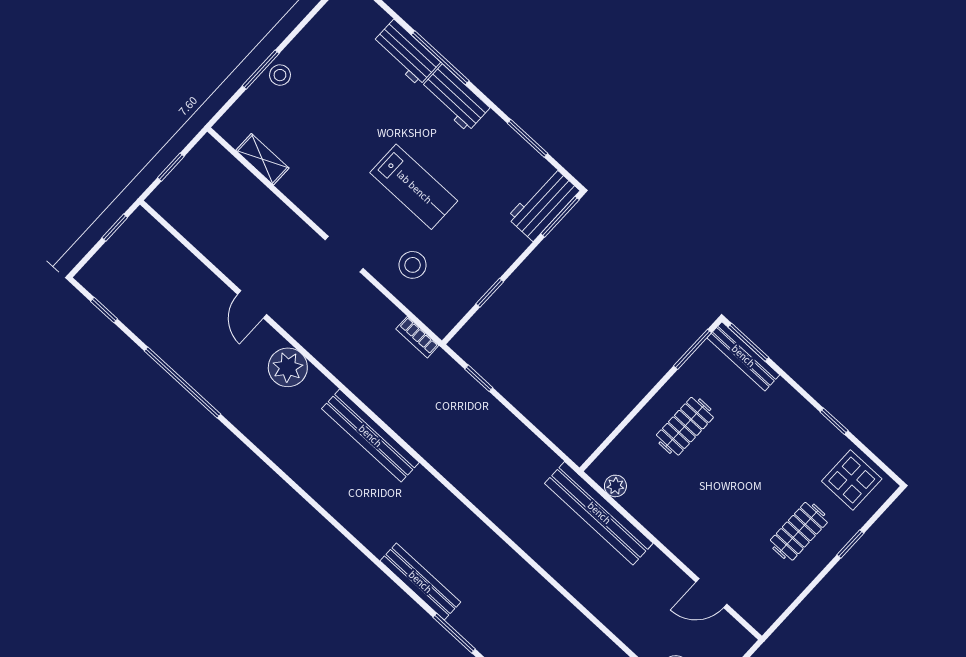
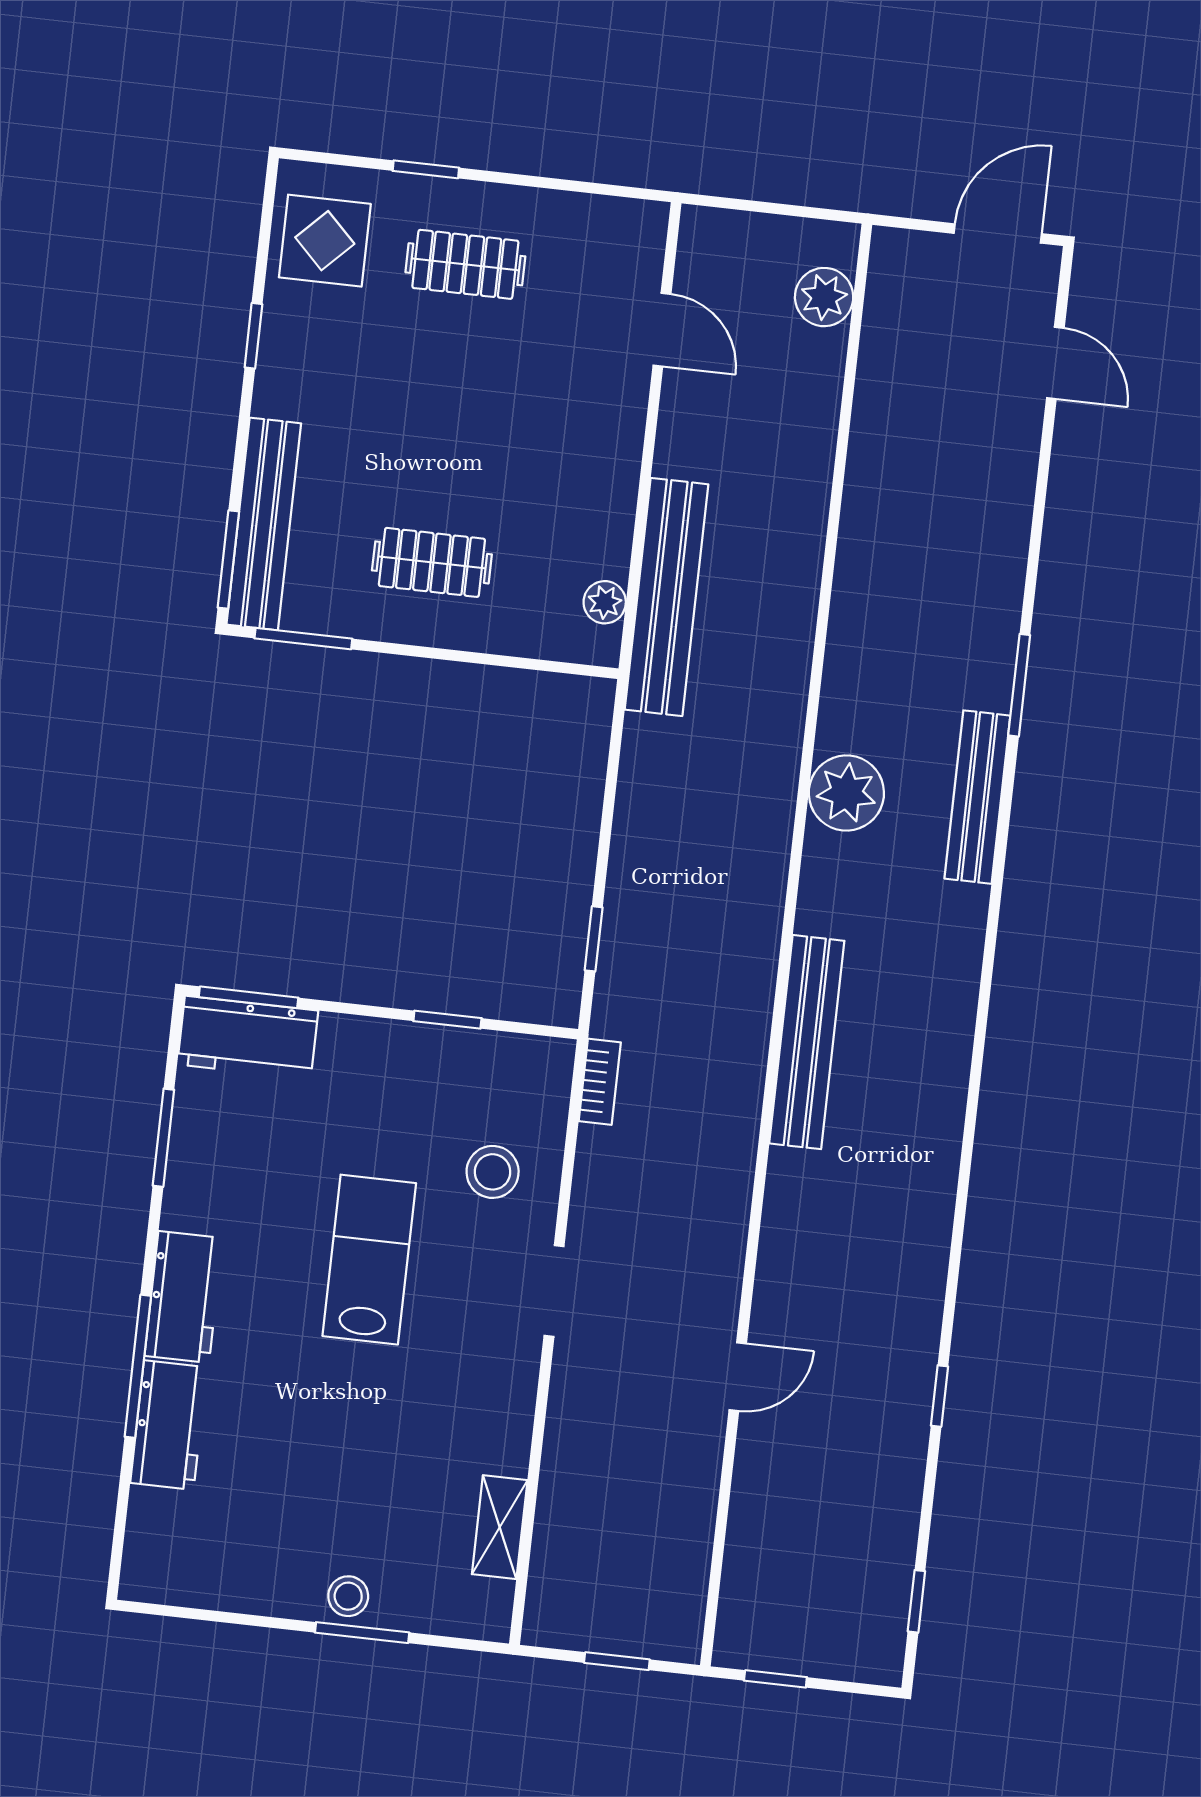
bench: (743, 356) -> (264, 524), width x1.37, depth x1.21
plant: (288, 367) -> (846, 793), moved
window: (182, 382) -> (939, 1396), width x0.32

